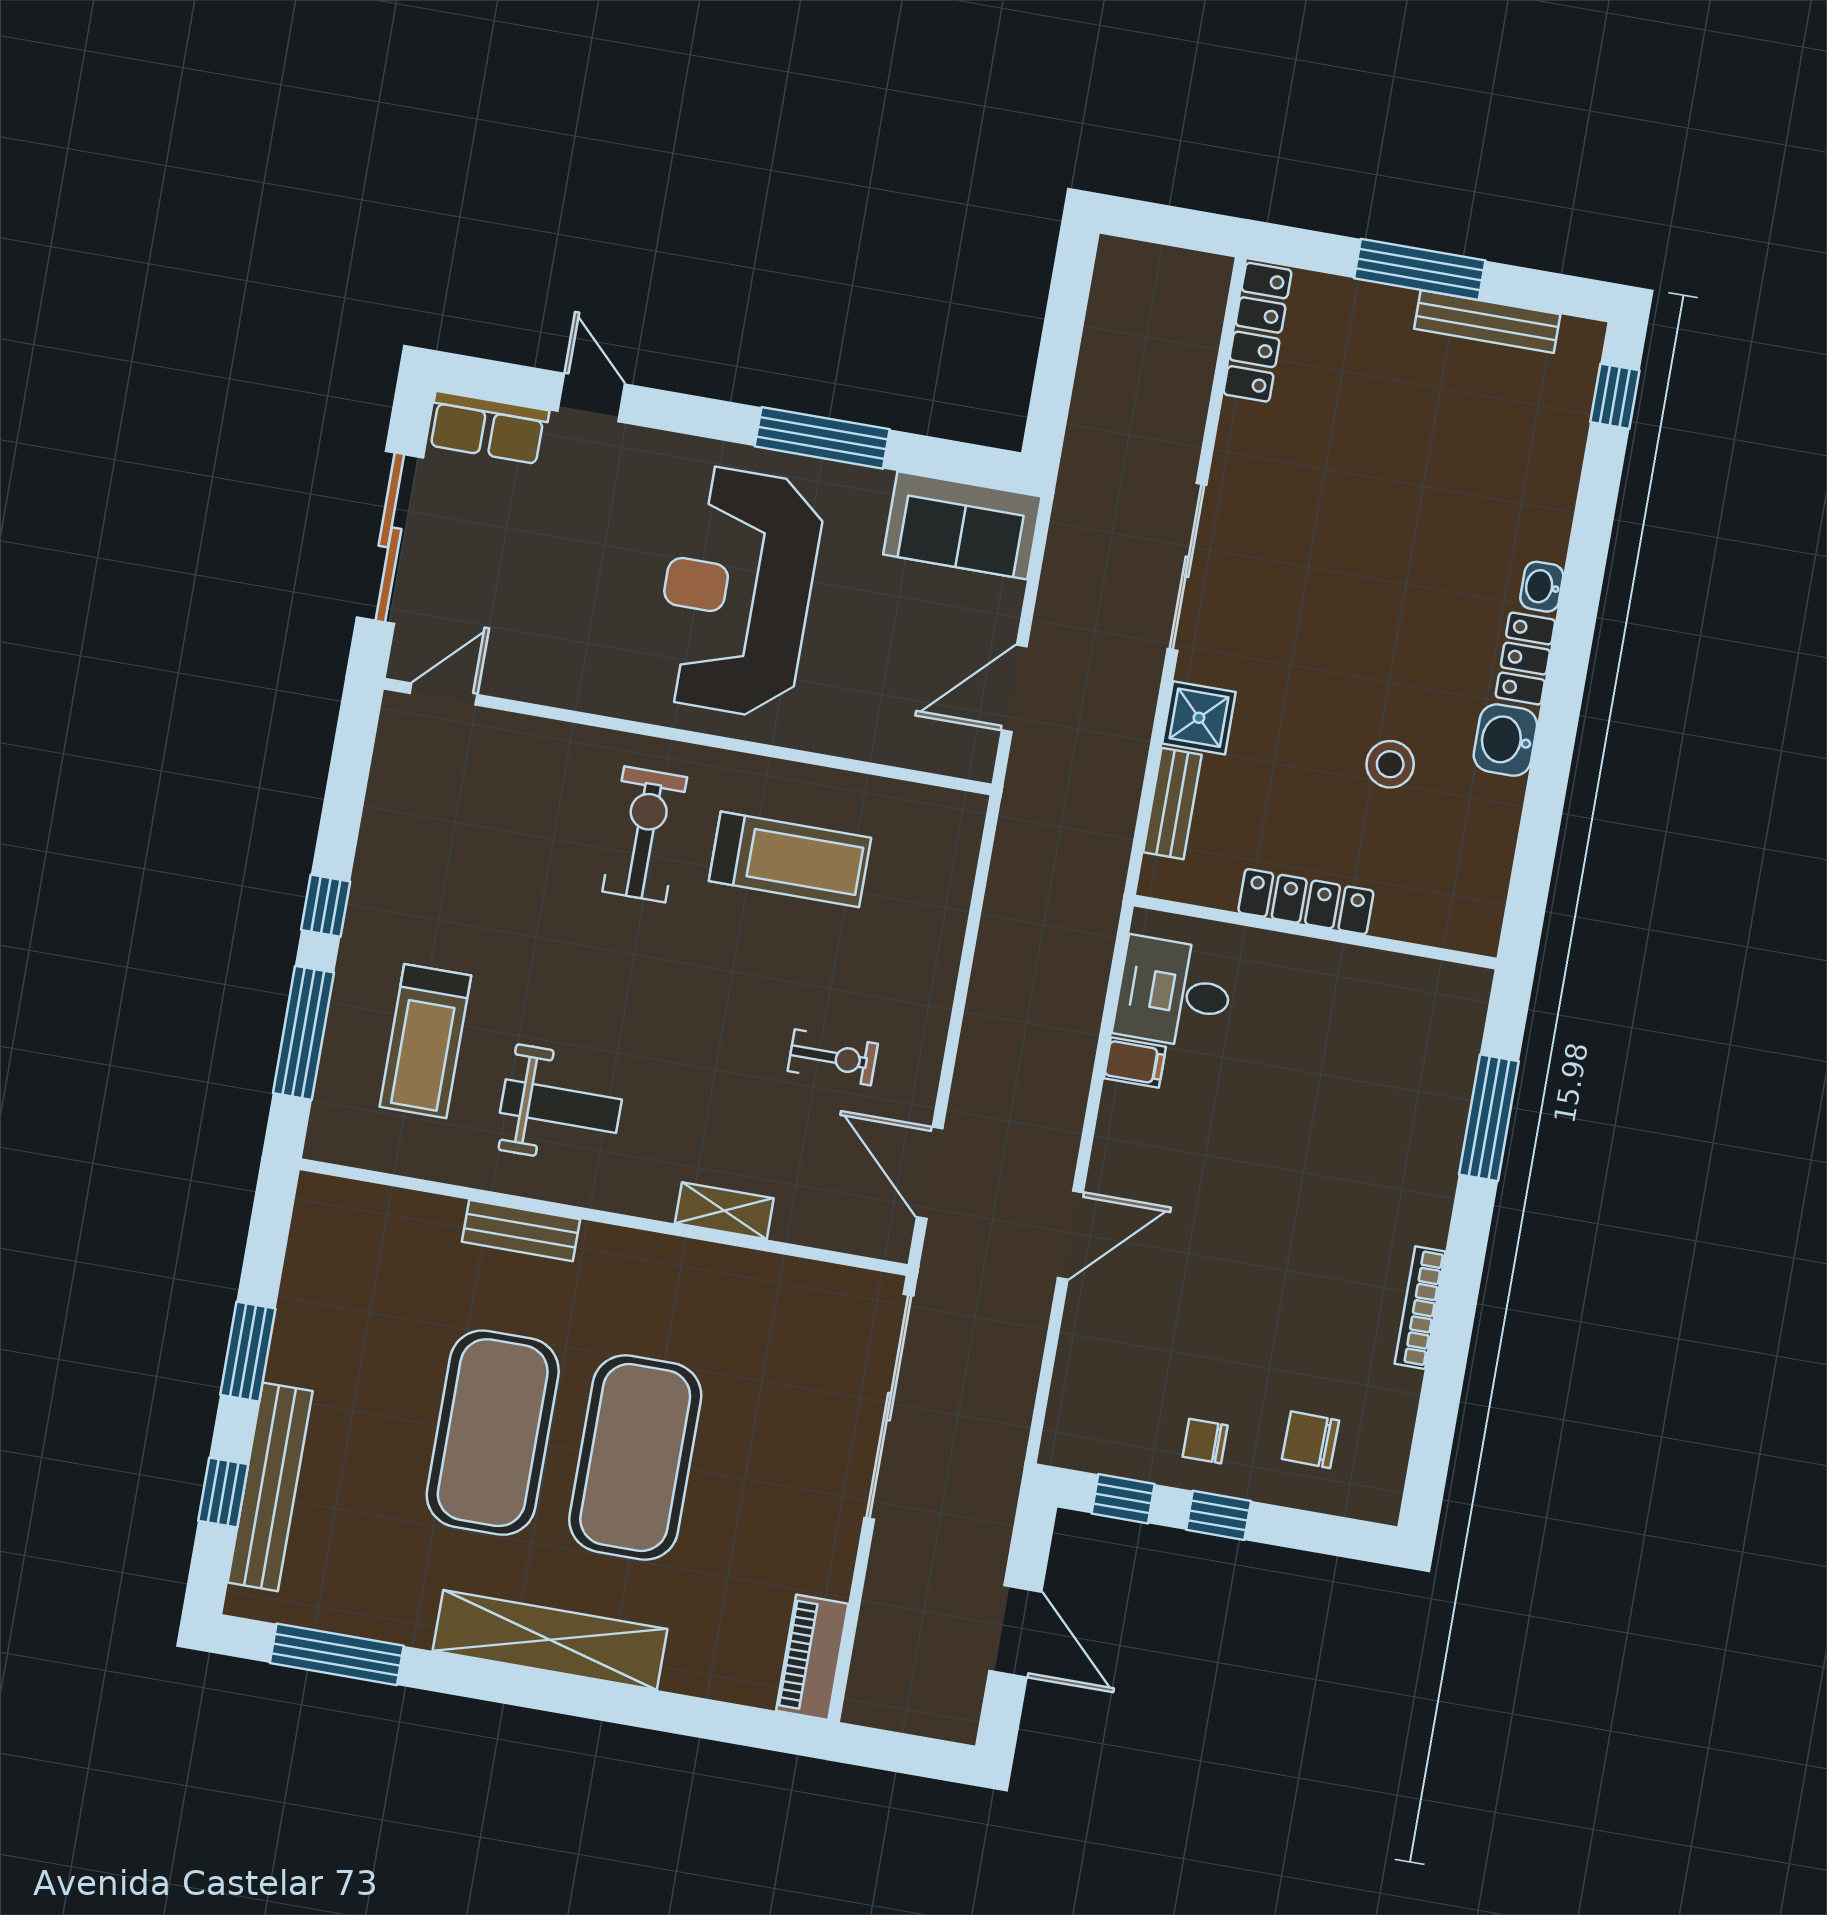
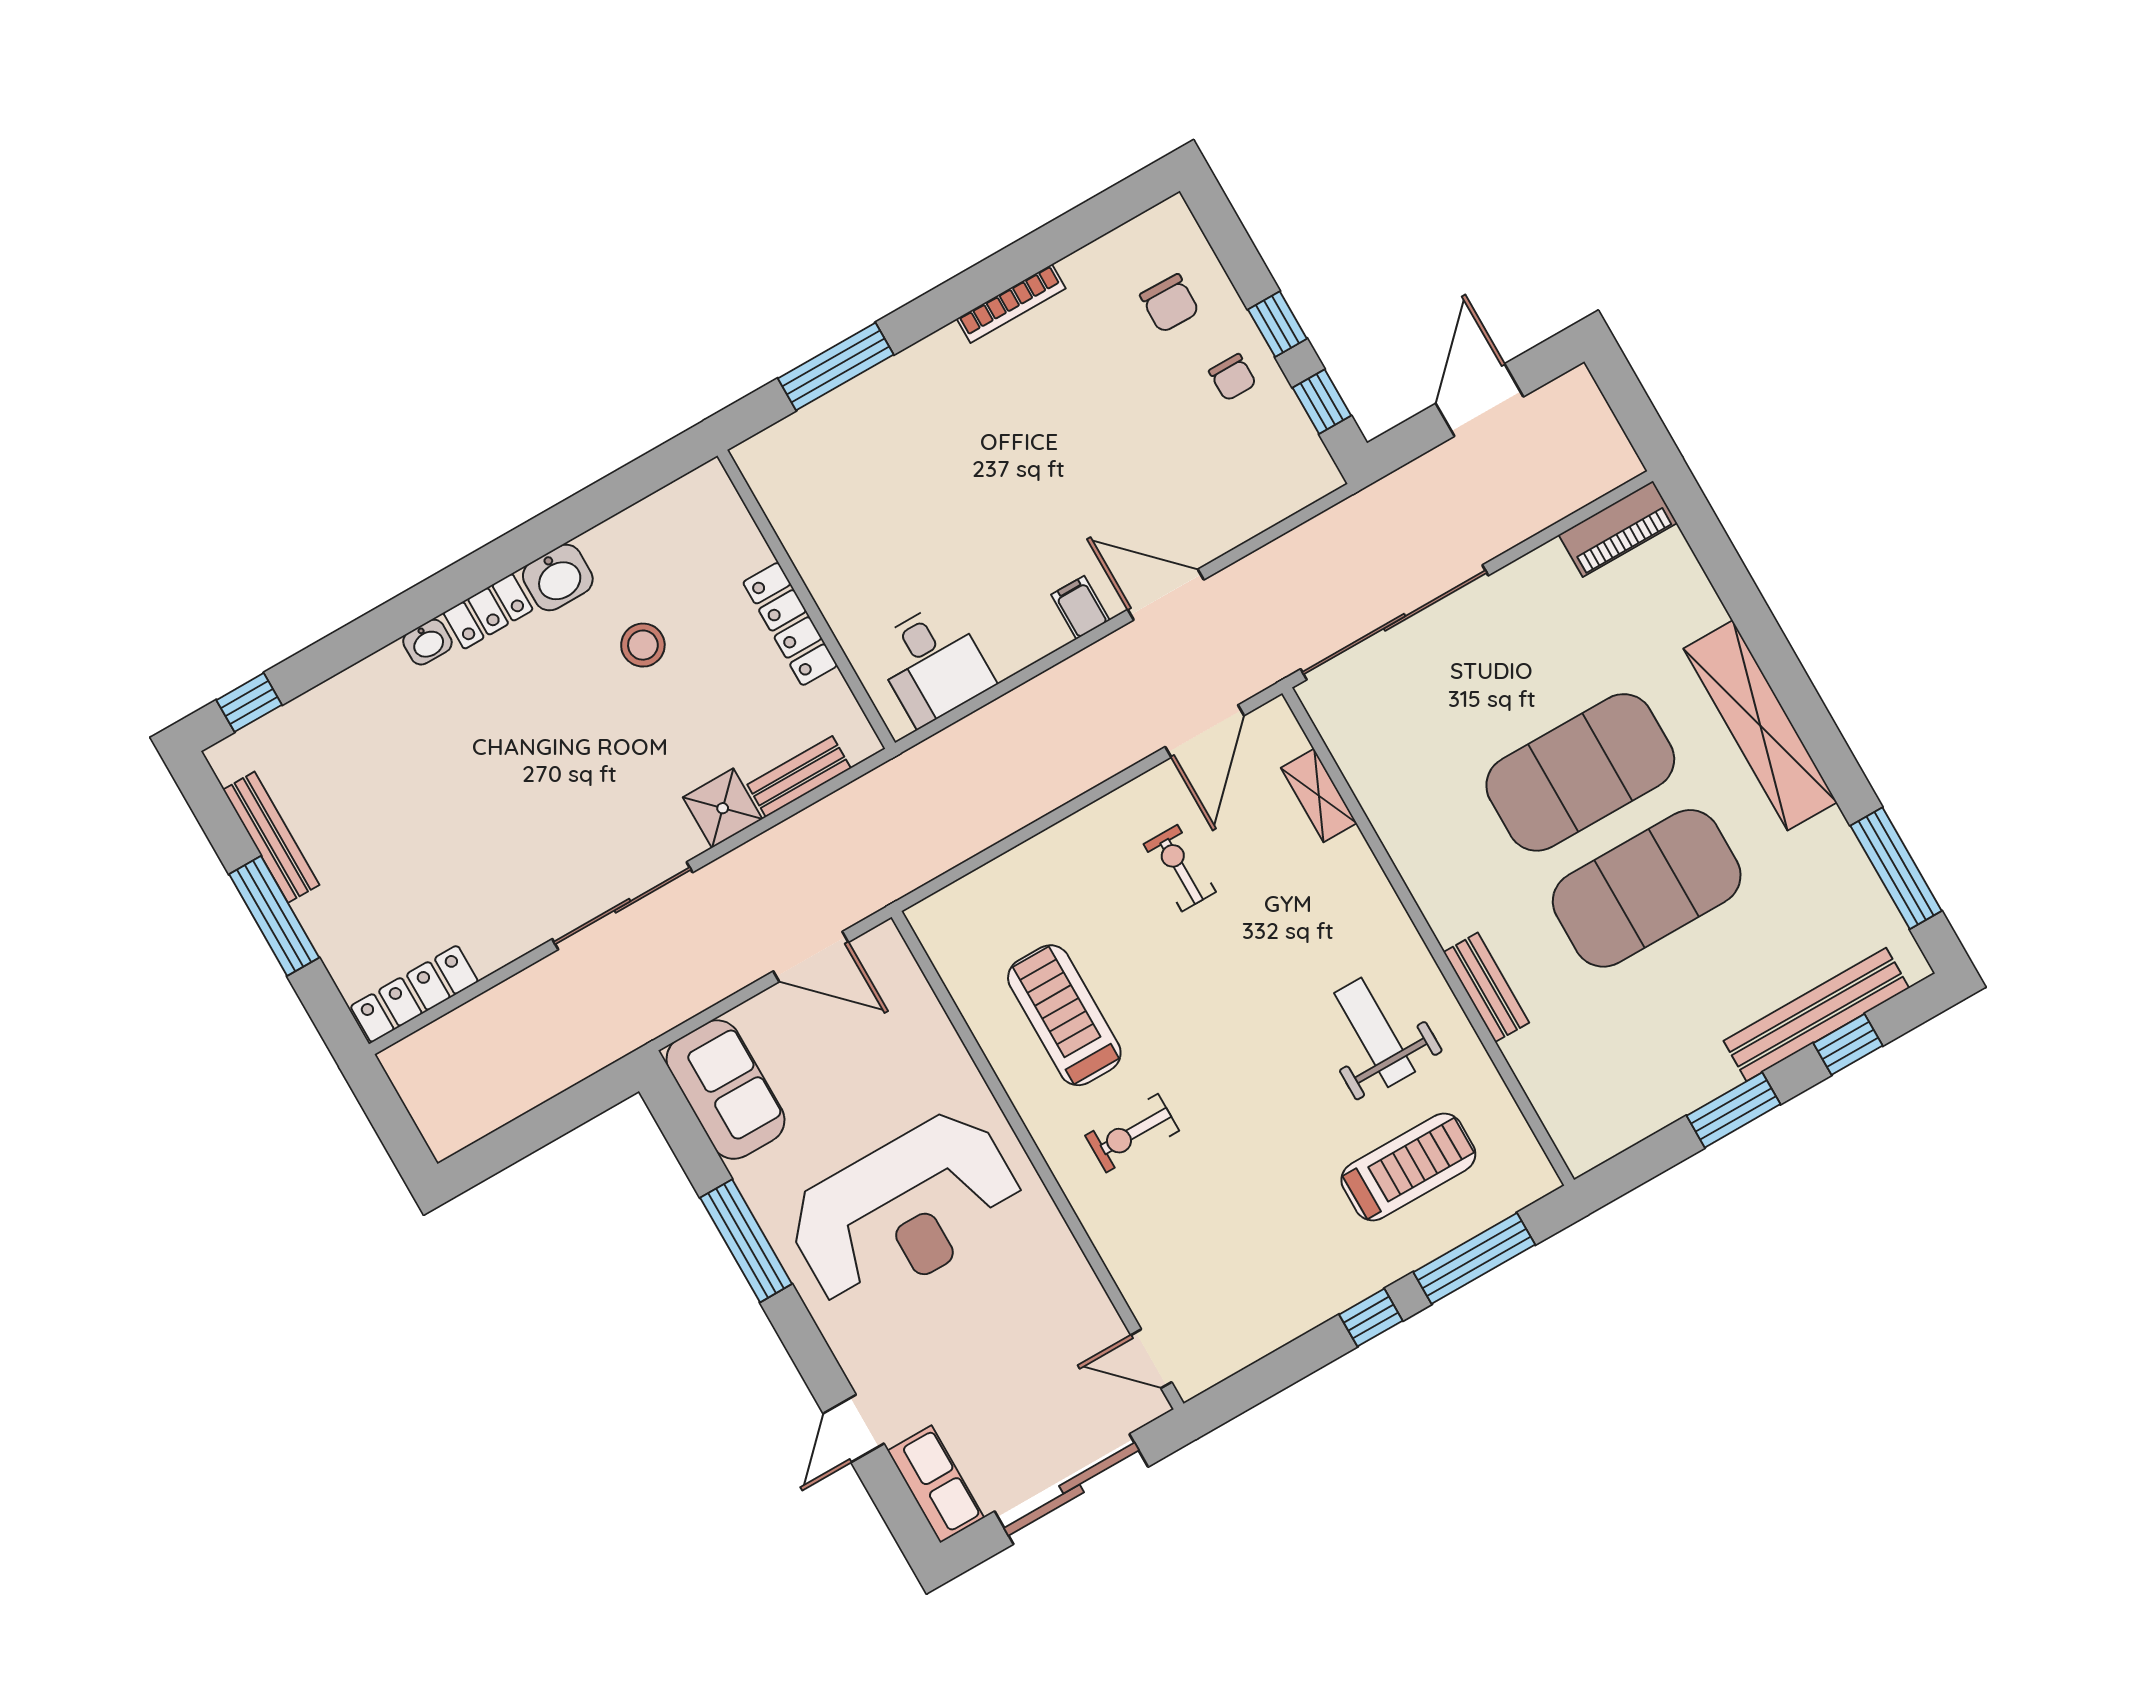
exercise bike: (645, 834) -> (1132, 1133), width x0.73, depth x0.72
filing cabinet: (1135, 1063) -> (1080, 607), moved
shelving: (724, 1211) -> (1319, 795), moved

